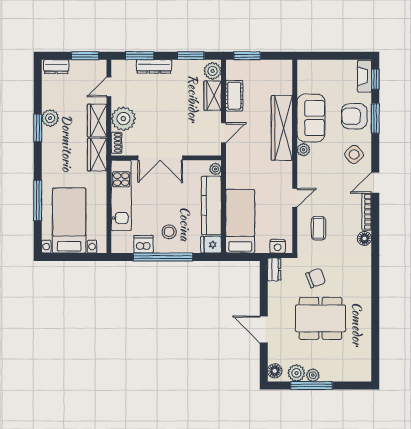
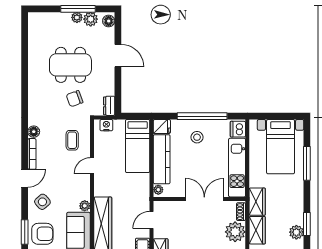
dishwasher: (143, 244) -> (238, 129), moved, turned 90

